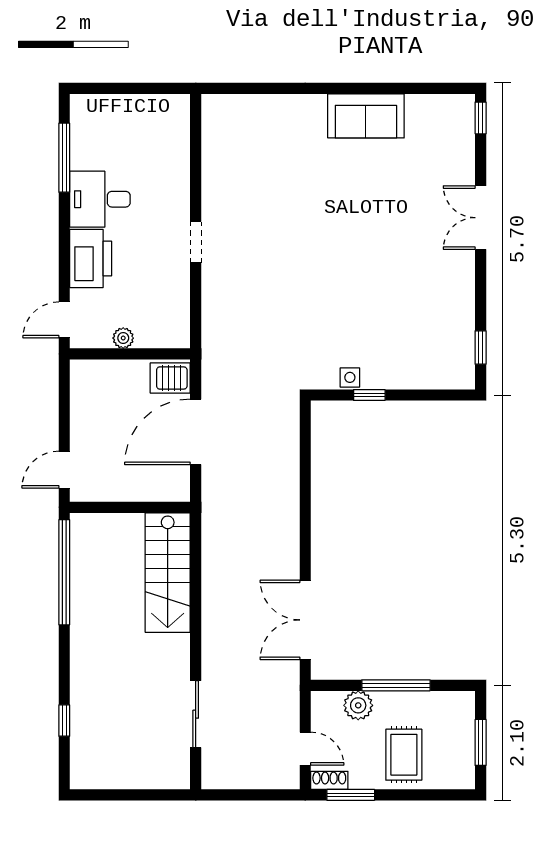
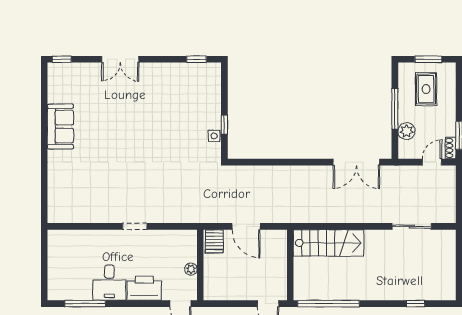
door: (196, 432) -> (246, 226), width x0.73
rug: (404, 755) -> (426, 89), moved, turned 90

